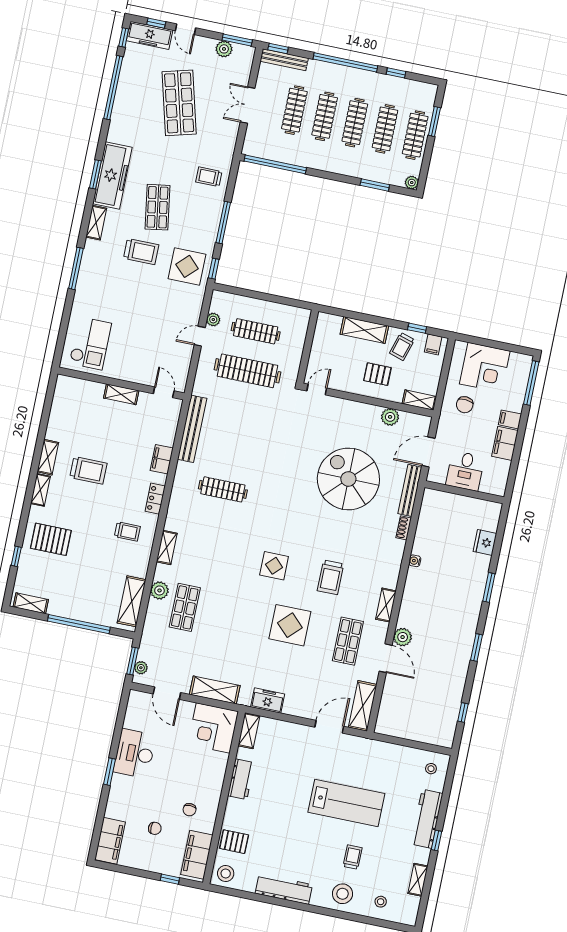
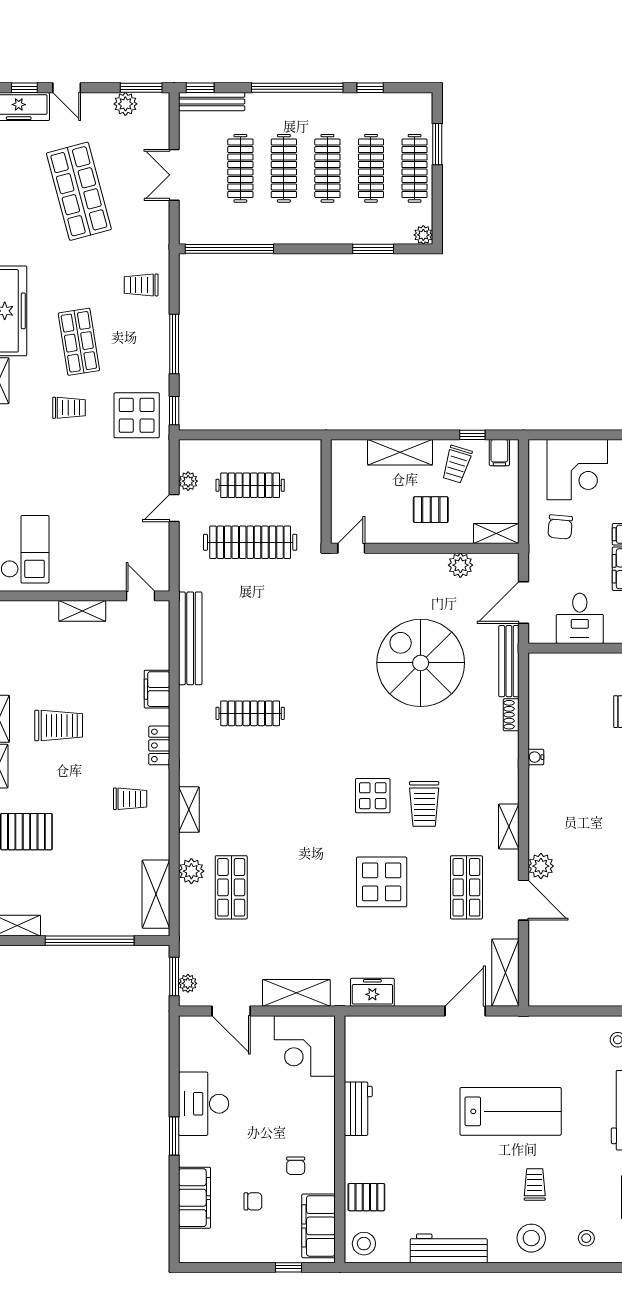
trolley: (141, 252) -> (69, 408), width x0.73, depth x0.72
display table: (274, 566) -> (373, 796), moved
shelving: (249, 731) -> (355, 1040), removed
filing cabinet: (110, 841) -> (195, 1198), moved

